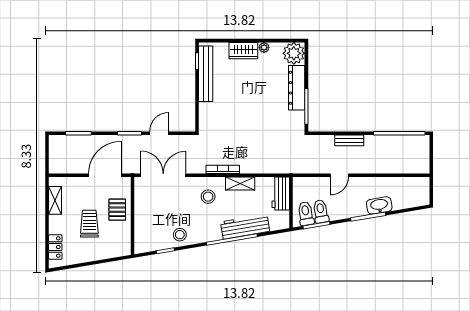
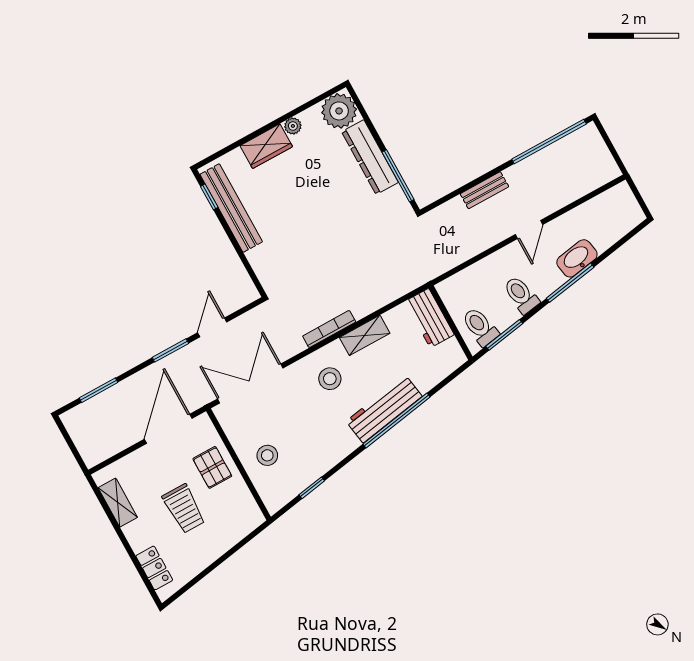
door: (339, 175) -> (529, 230), moved
toilet: (321, 211) -> (521, 295), moved
trolley: (89, 224) -> (184, 509), turned 180
workbench: (245, 227) -> (384, 409), moved
stool: (180, 235) -> (267, 455), moved

